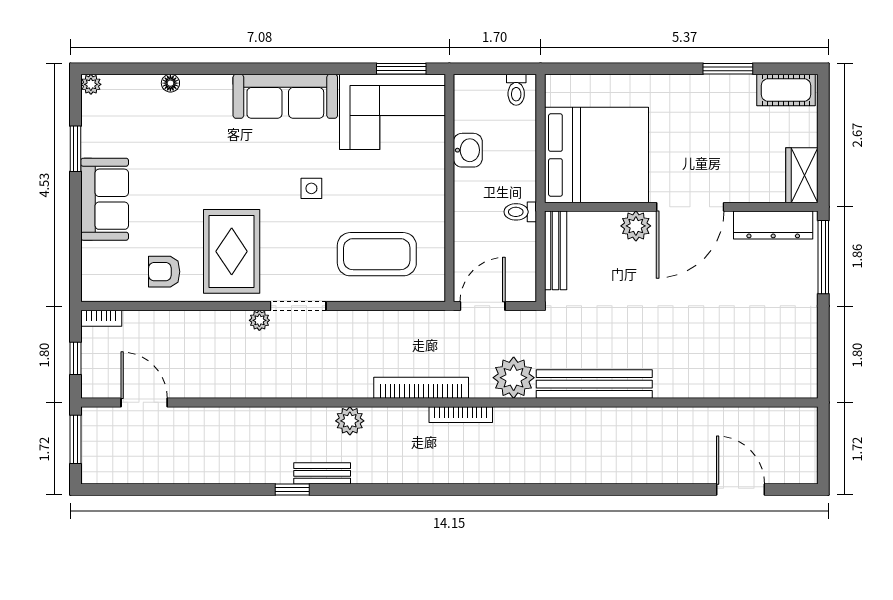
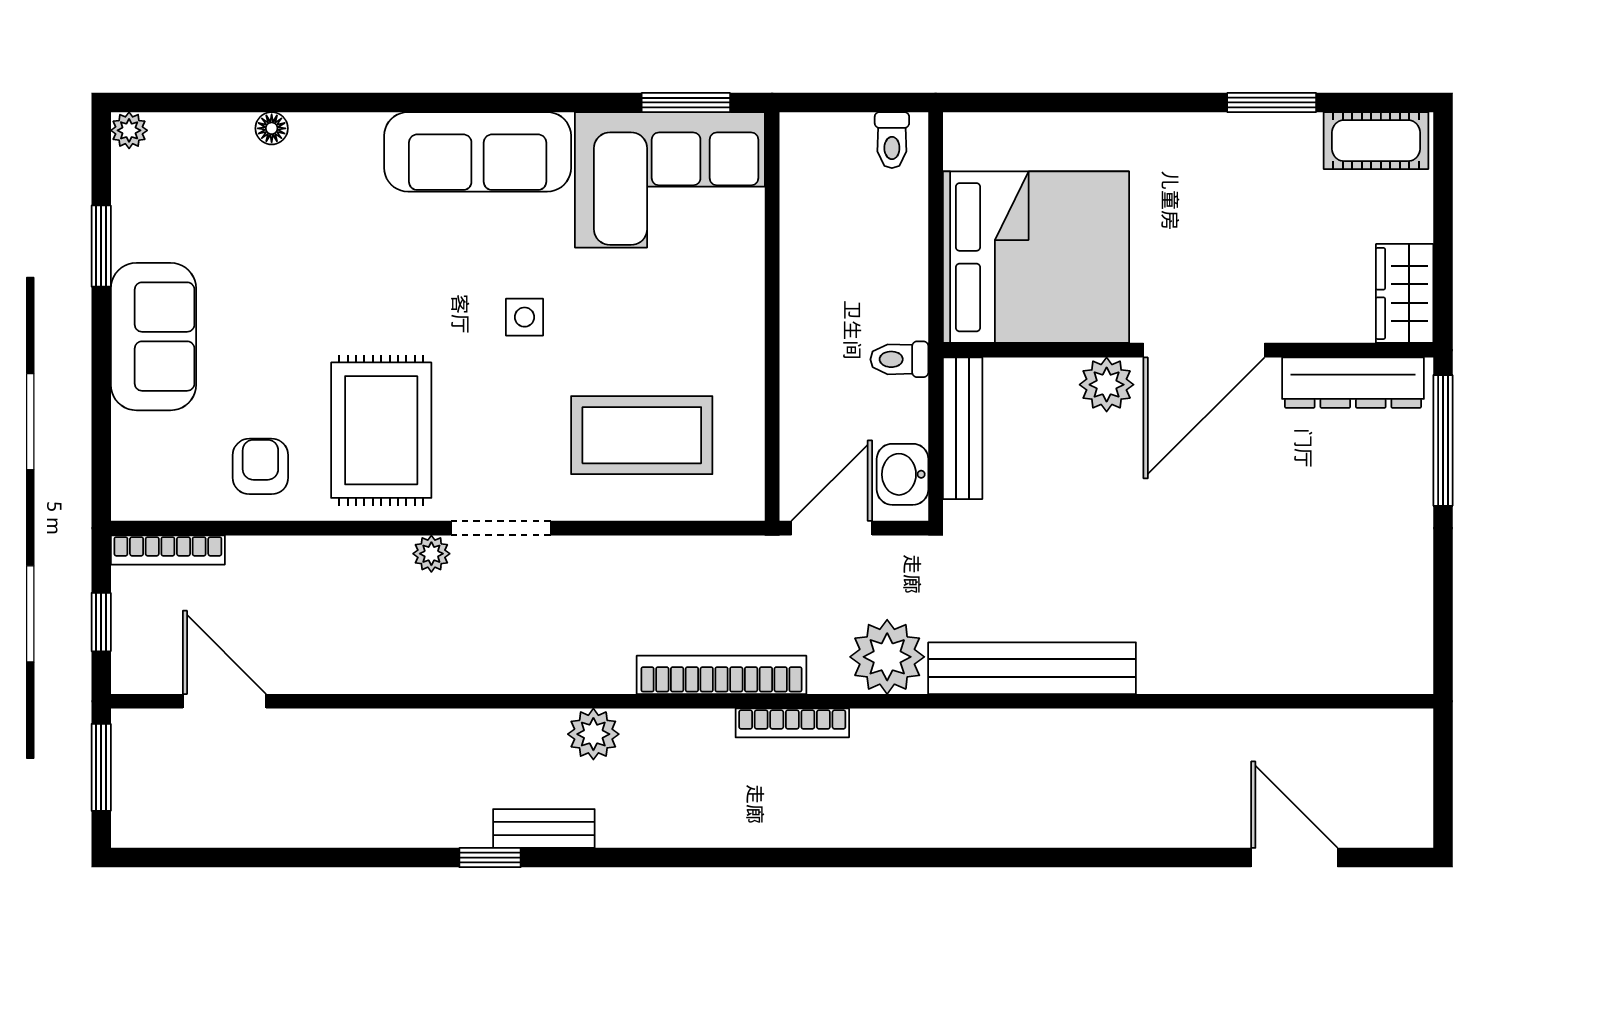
washbasin: (468, 150) -> (903, 474), moved, turned 180
armchair: (164, 272) -> (260, 466), turned 90
bookcase: (101, 318) -> (168, 550), width x1.56

